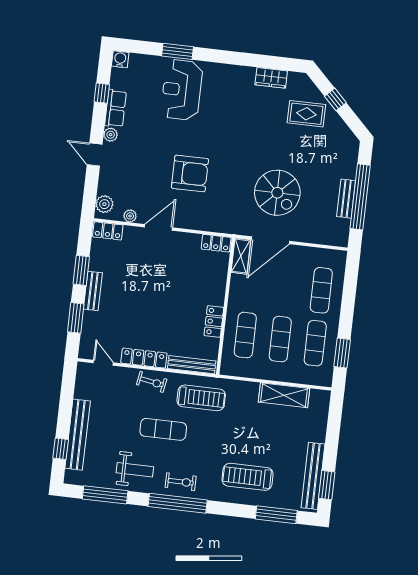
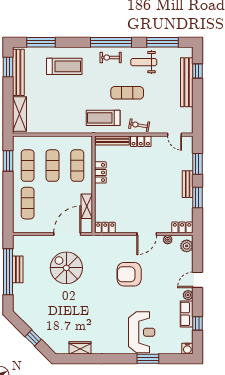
rug: (306, 114) -> (52, 326), removed
door: (95, 155) -> (197, 280), swing flipped
shelving: (241, 256) -> (87, 206), moved
locker: (144, 358) -> (141, 141), width x0.66
shelving: (284, 395) -> (20, 114), moved, turned 90

